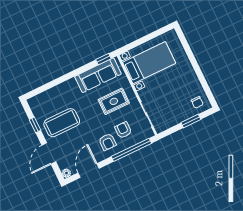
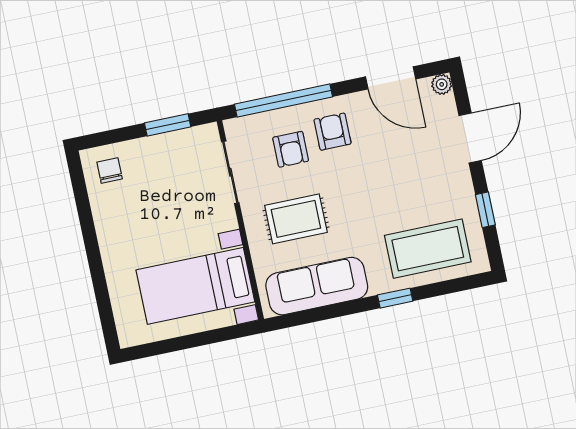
window: (103, 59) -> (395, 298), moved
window: (191, 121) -> (168, 125), moved
coffee table: (62, 123) -> (428, 249), moved
door: (89, 171) -> (391, 78), hinge flipped

